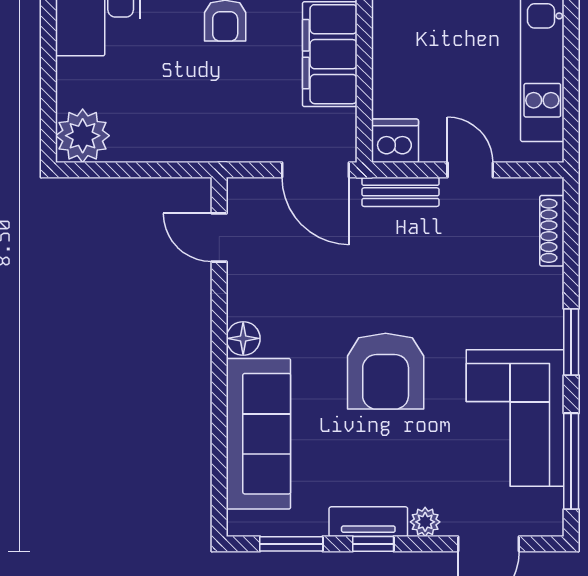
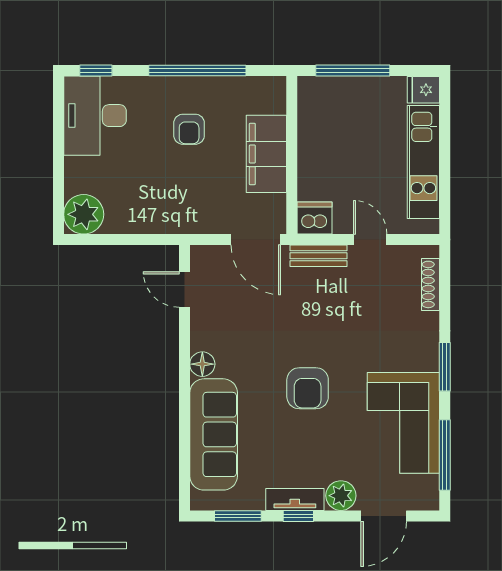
armchair: (386, 371) -> (308, 388), width x0.73, depth x0.73
plant: (425, 522) -> (341, 496), width x1.38, depth x1.38

